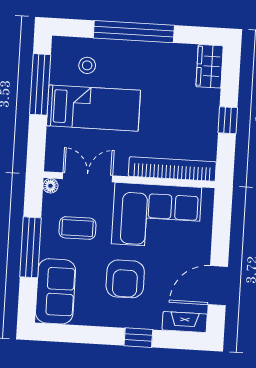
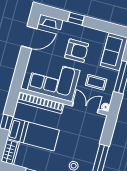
bed: (94, 108) -> (33, 134), moved, turned 180
double door: (88, 177) -> (85, 108), swing flipped
armchair: (125, 279) -> (77, 51), turned 90

